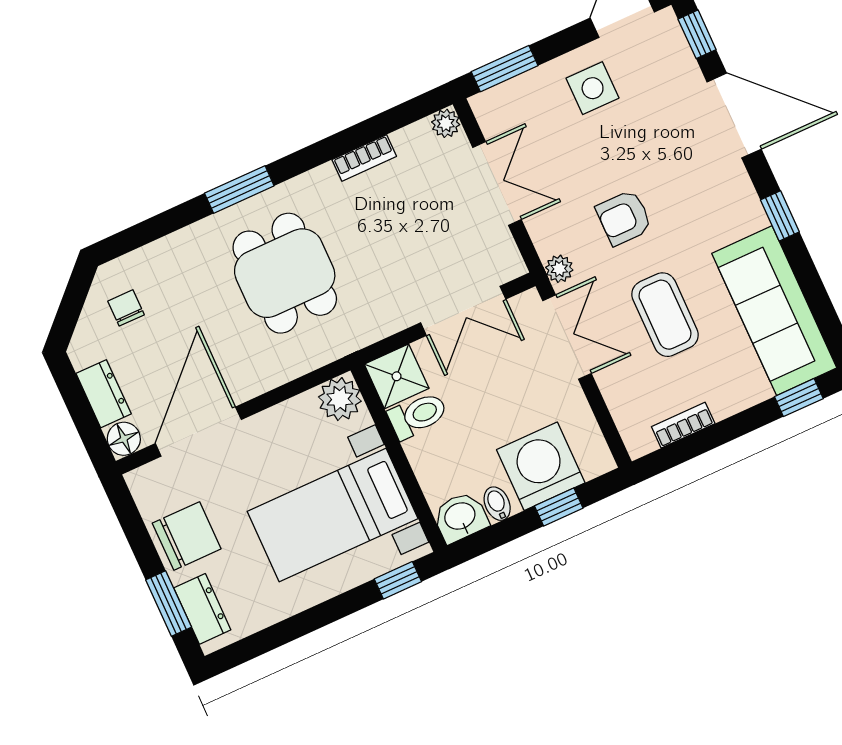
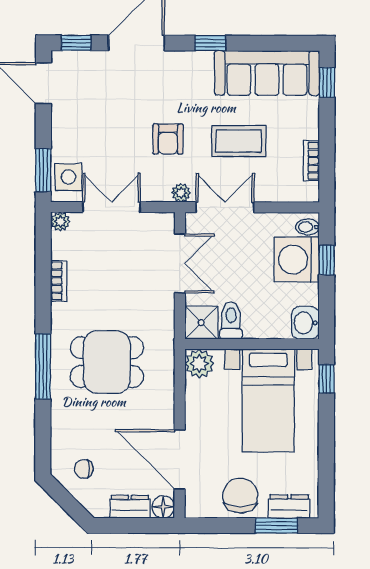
side table: (593, 88) -> (68, 177), moved
window: (239, 189) -> (43, 366), width x1.44
bidet: (497, 504) -> (307, 227), moved

